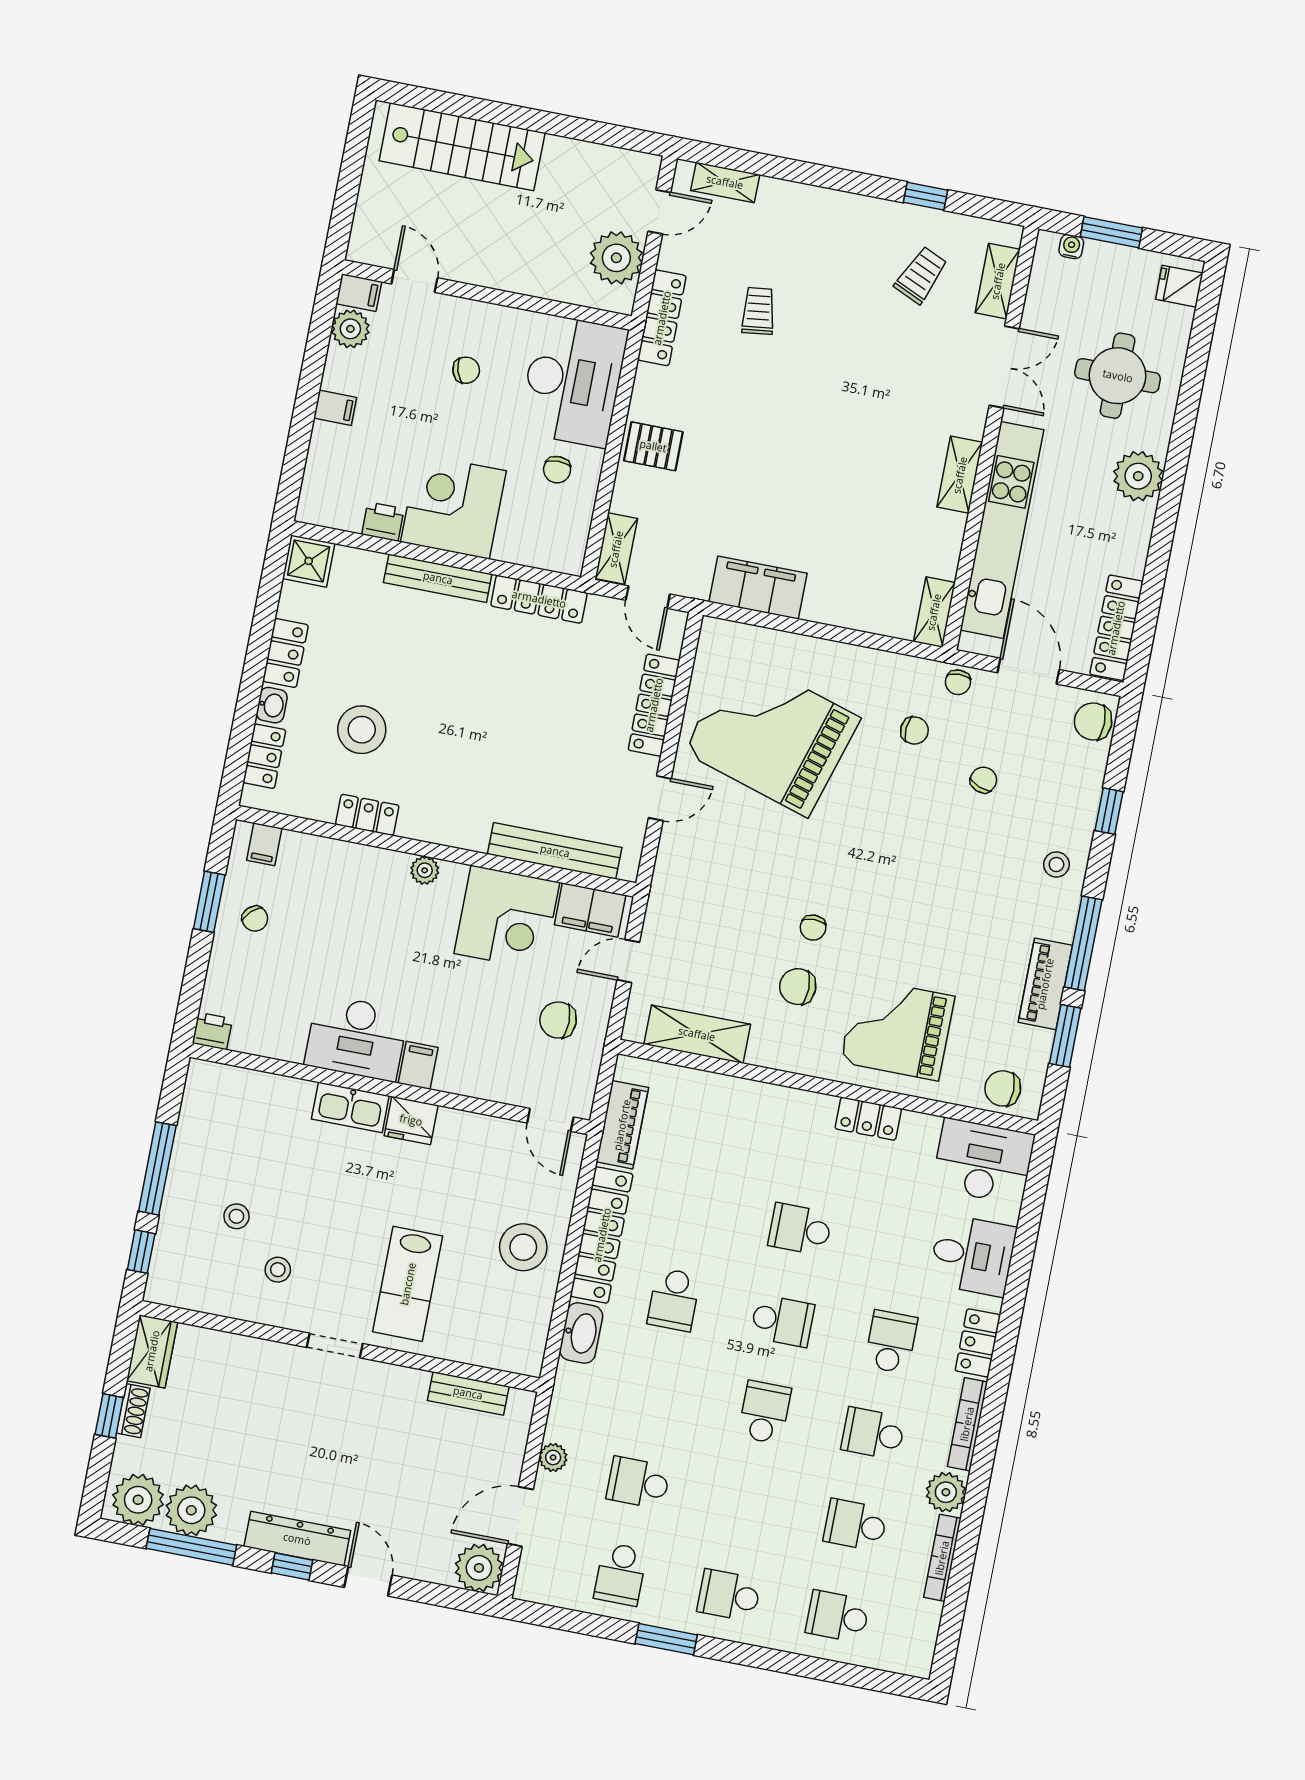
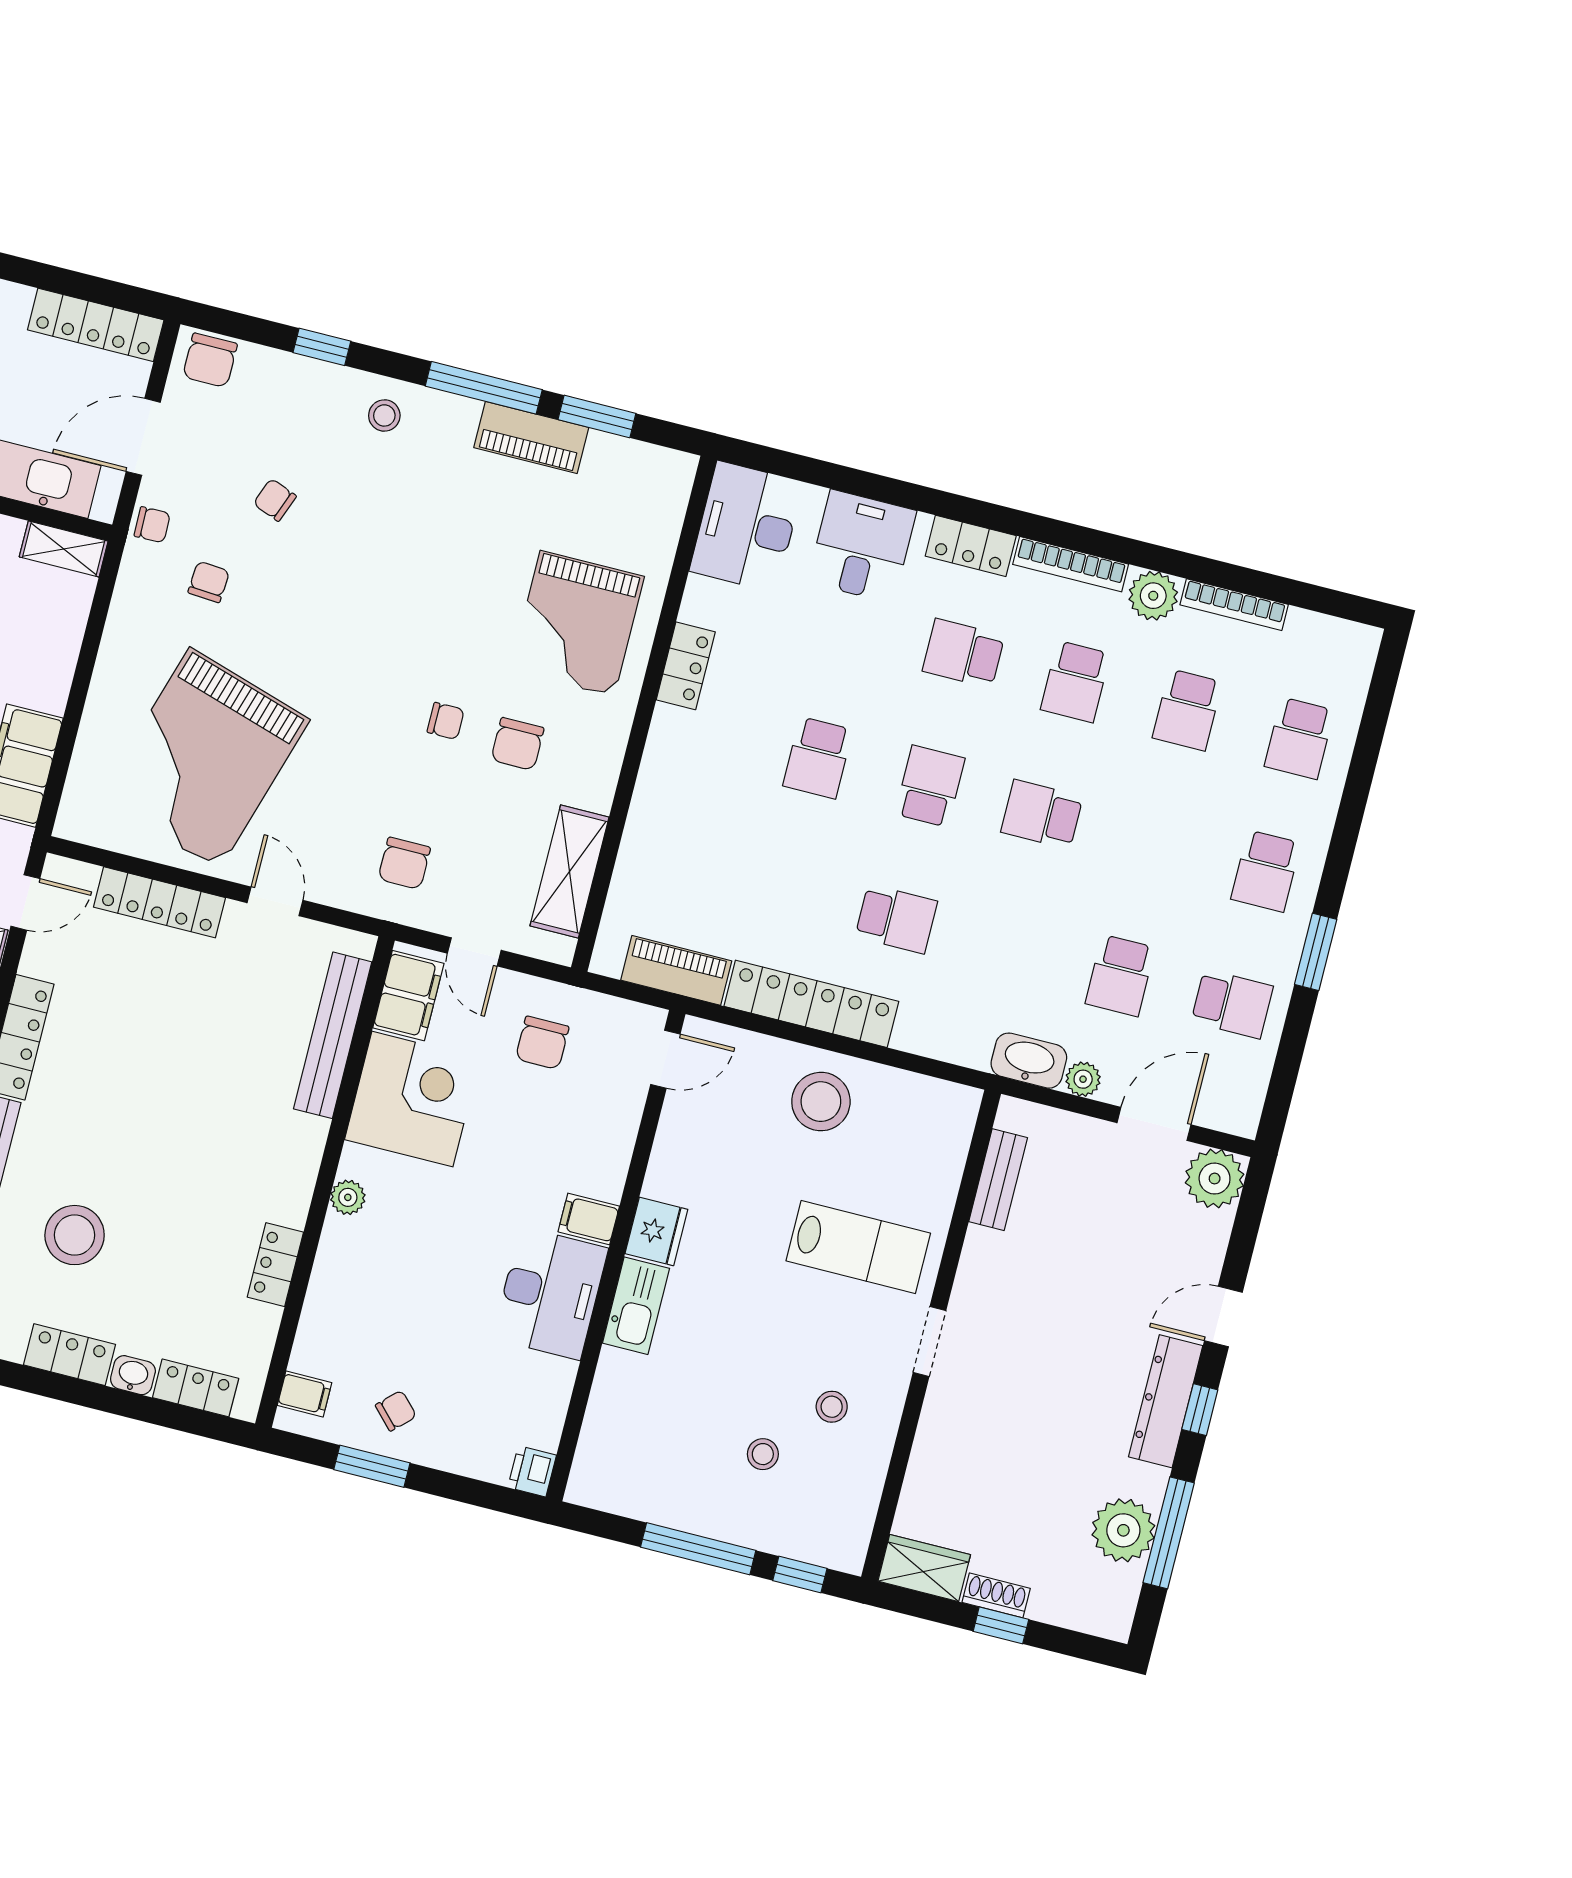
stool: (362, 730) -> (75, 1235), moved
chair: (1003, 1088) -> (404, 863), moved
washbasin: (581, 1333) -> (1029, 1061), moved
plant: (138, 1500) -> (1107, 1595), removed
door: (520, 1517) -> (1154, 1124), swing flipped

